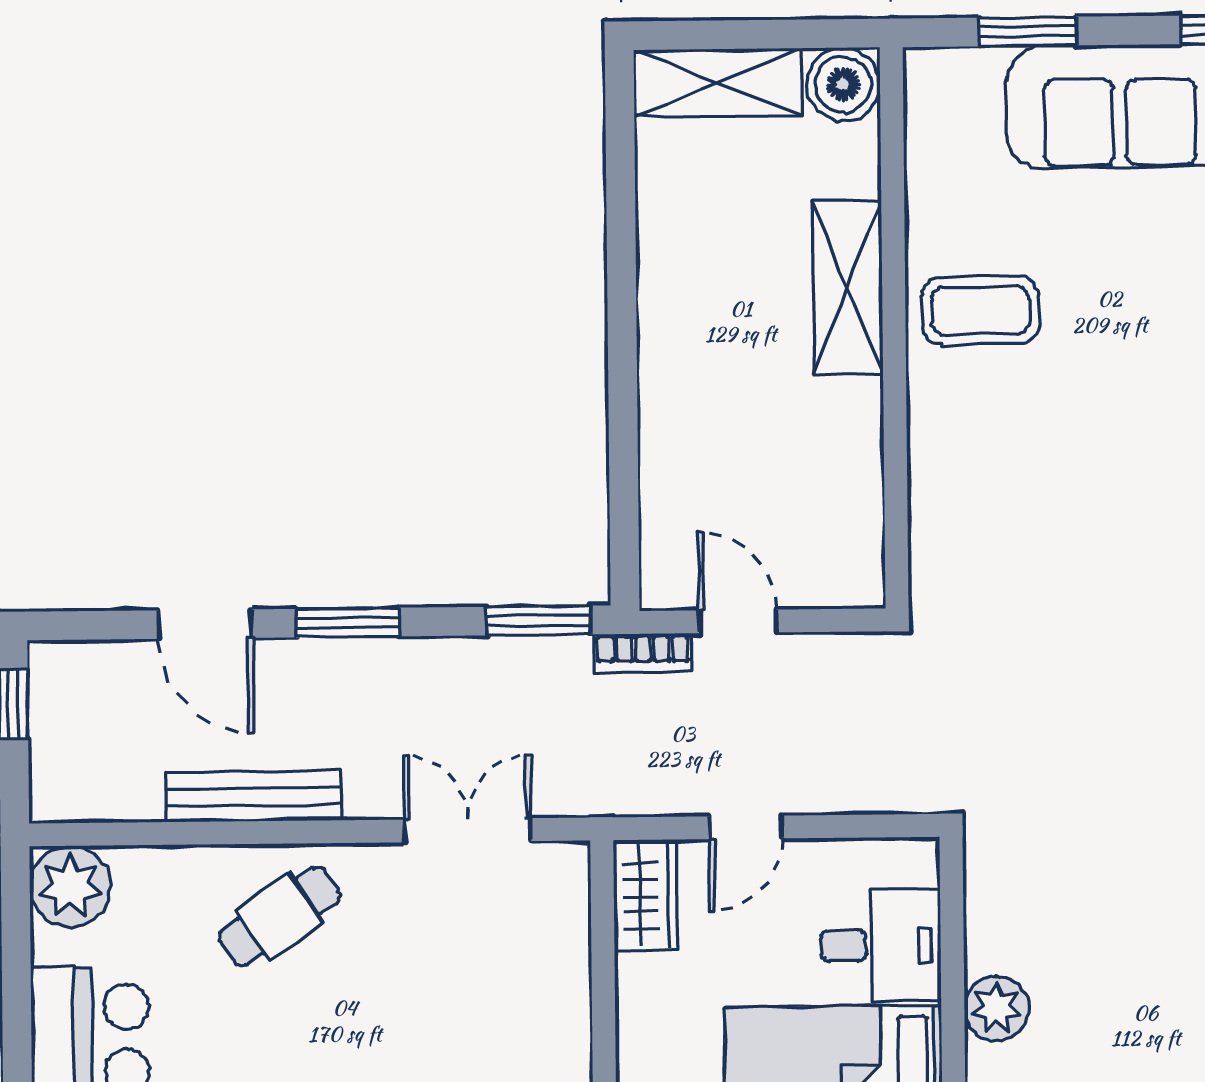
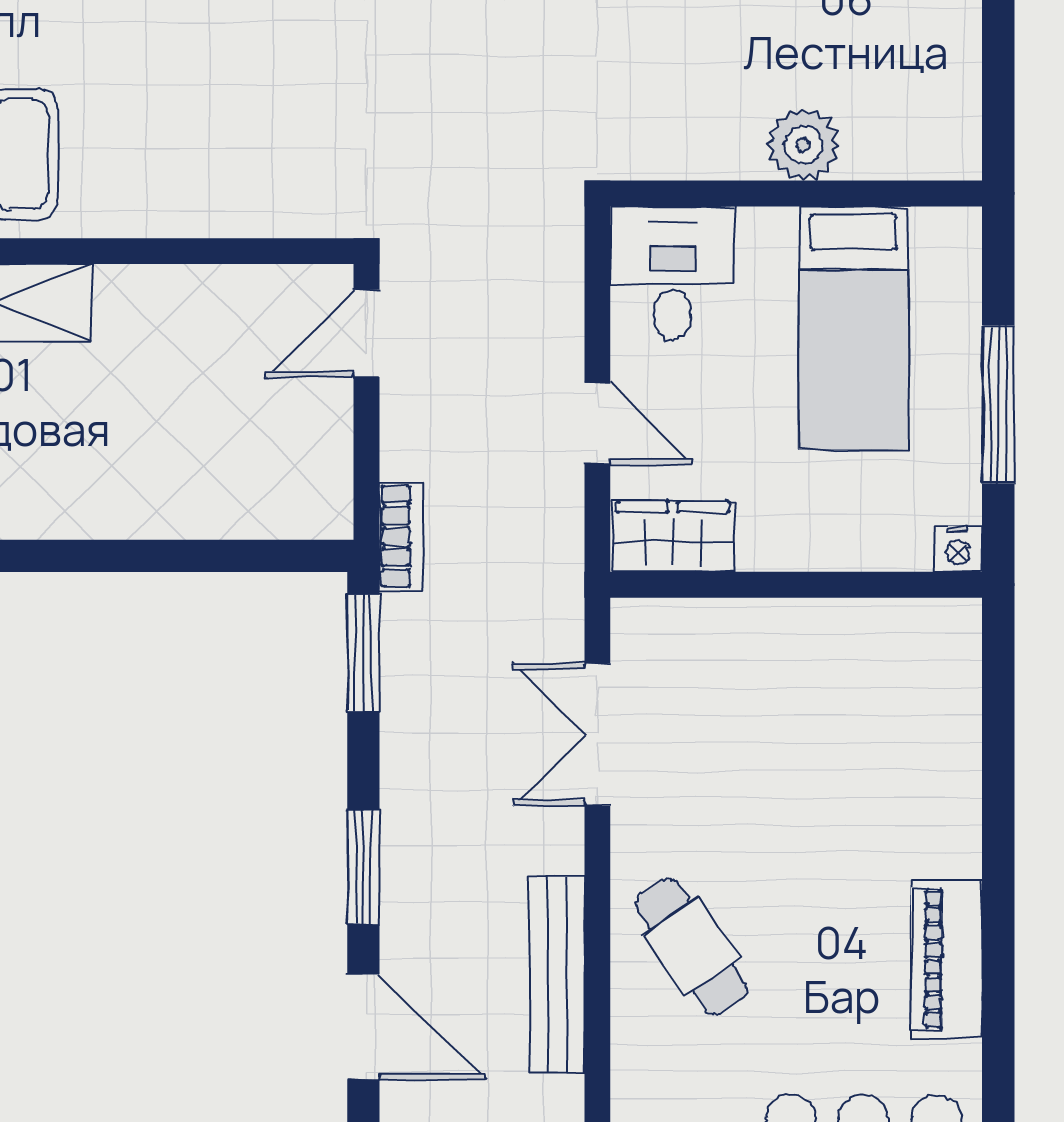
door: (738, 621) -> (367, 333), moved
door: (205, 624) -> (363, 1026), hinge flipped
desk: (881, 946) -> (672, 273), moved

